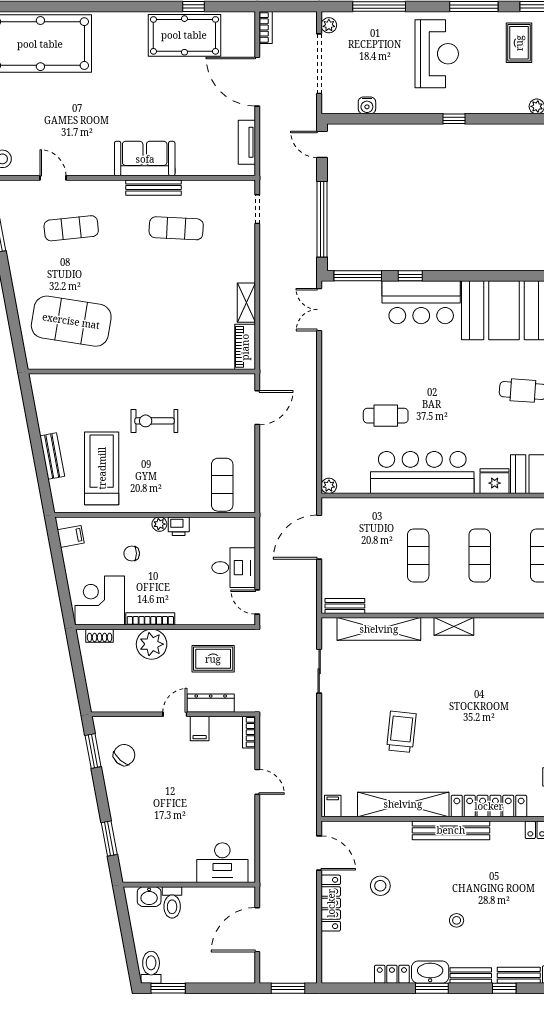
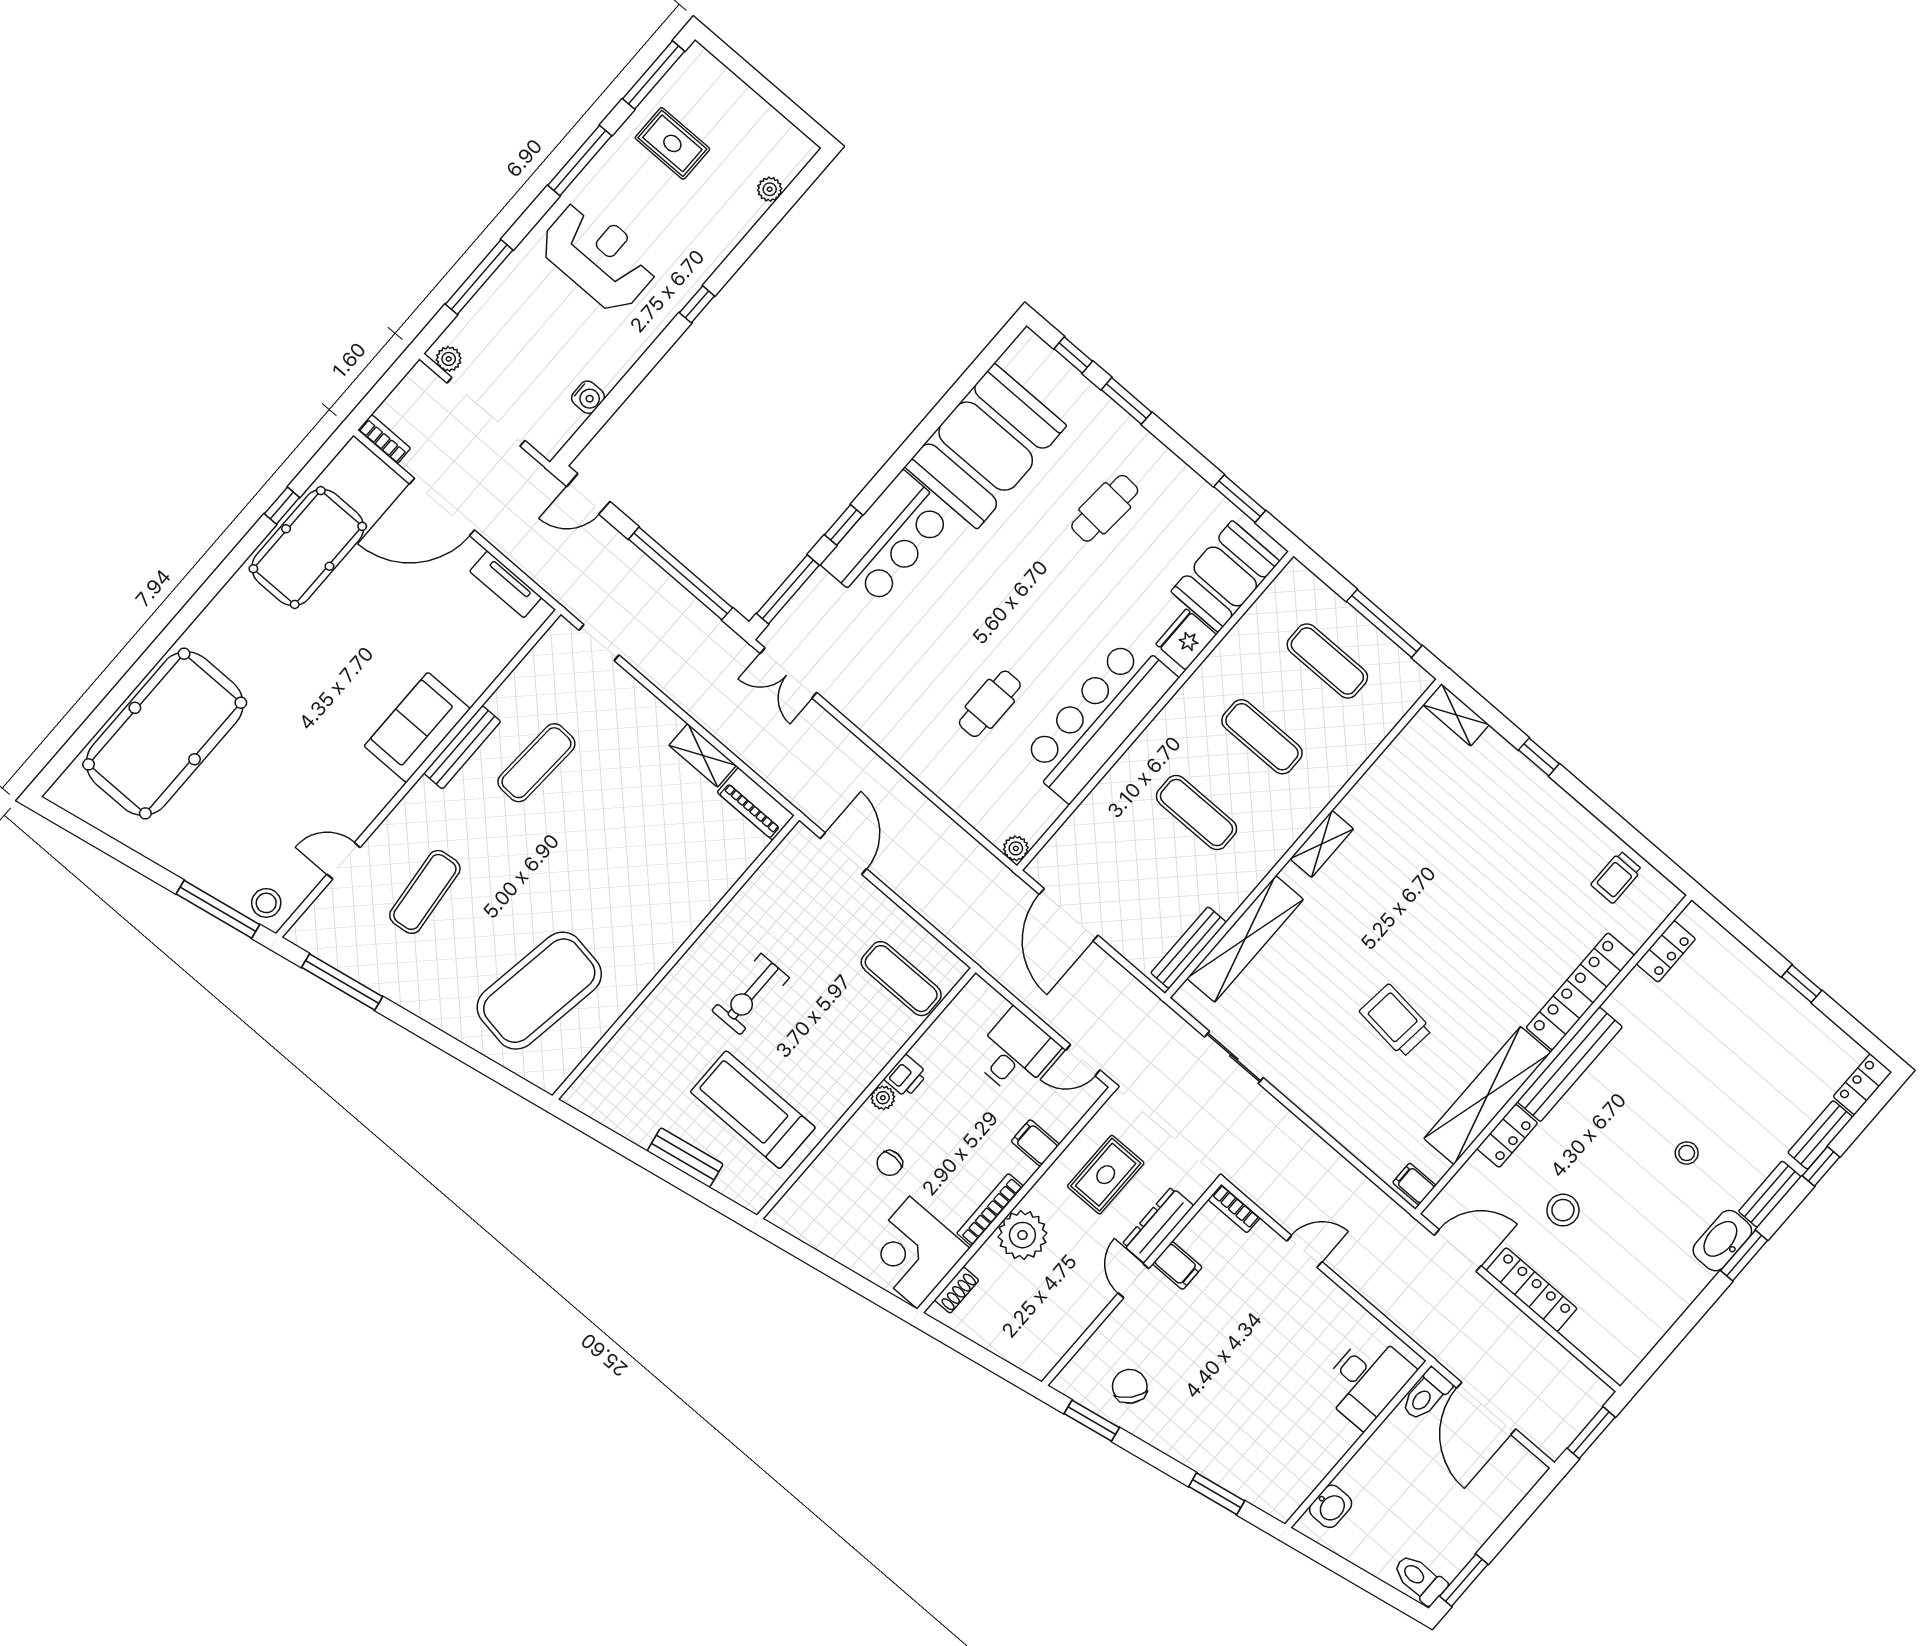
filing cabinet: (71, 536) -> (1035, 1143), moved, turned -80
bench: (345, 606) -> (1189, 948), width x1.36
toilet: (172, 902) -> (1426, 1395), moved, turned 90
locker: (392, 974) -> (1507, 1136), moved, turned 180

